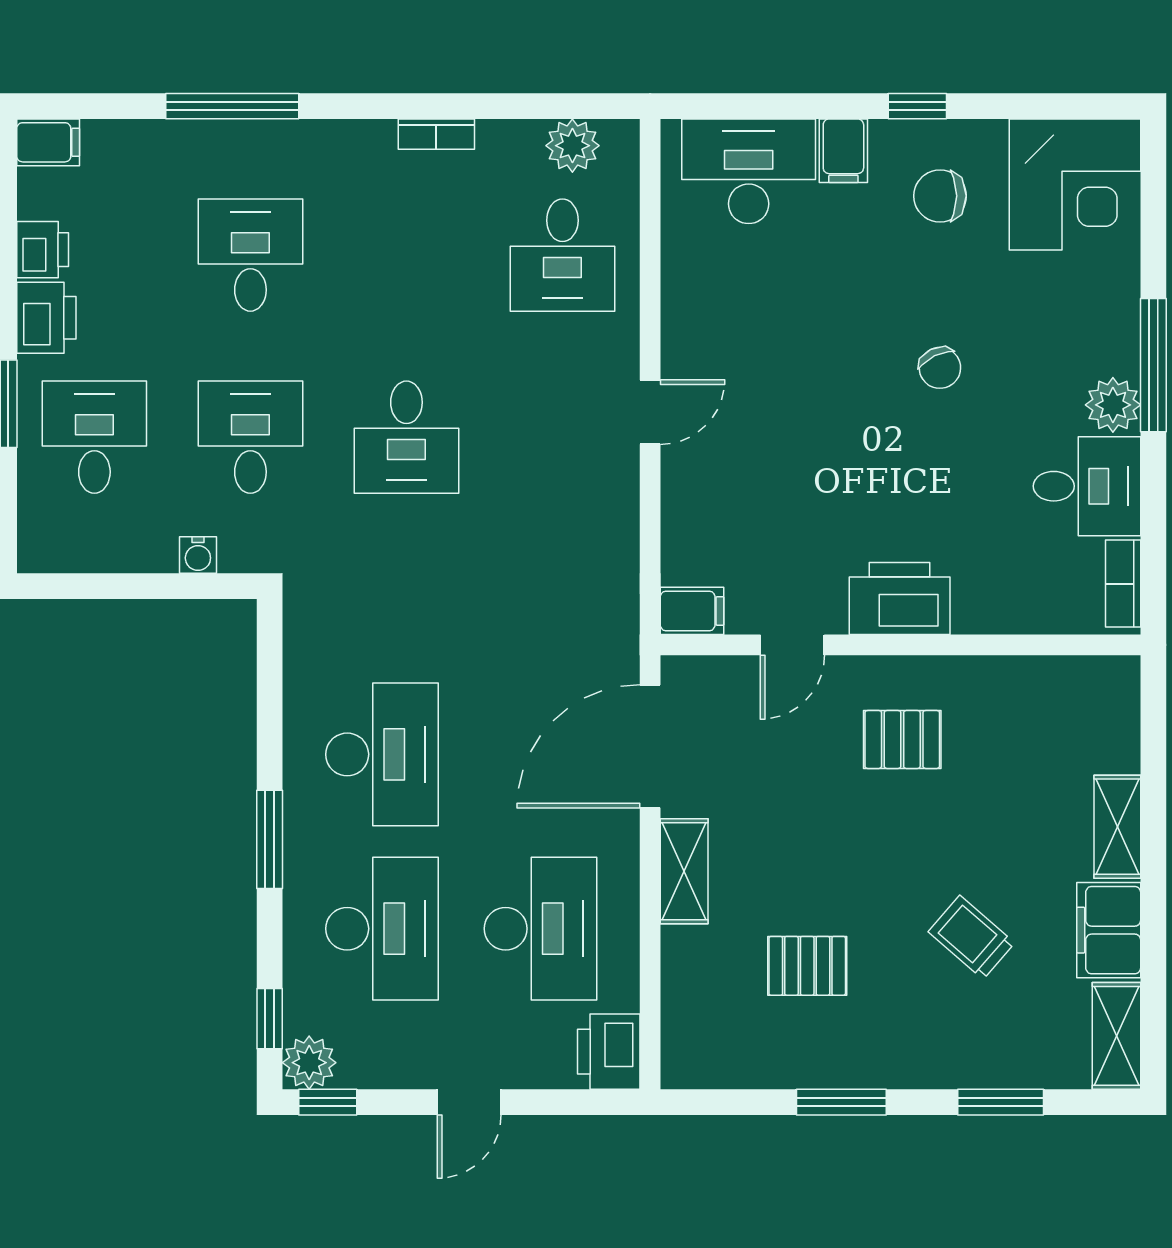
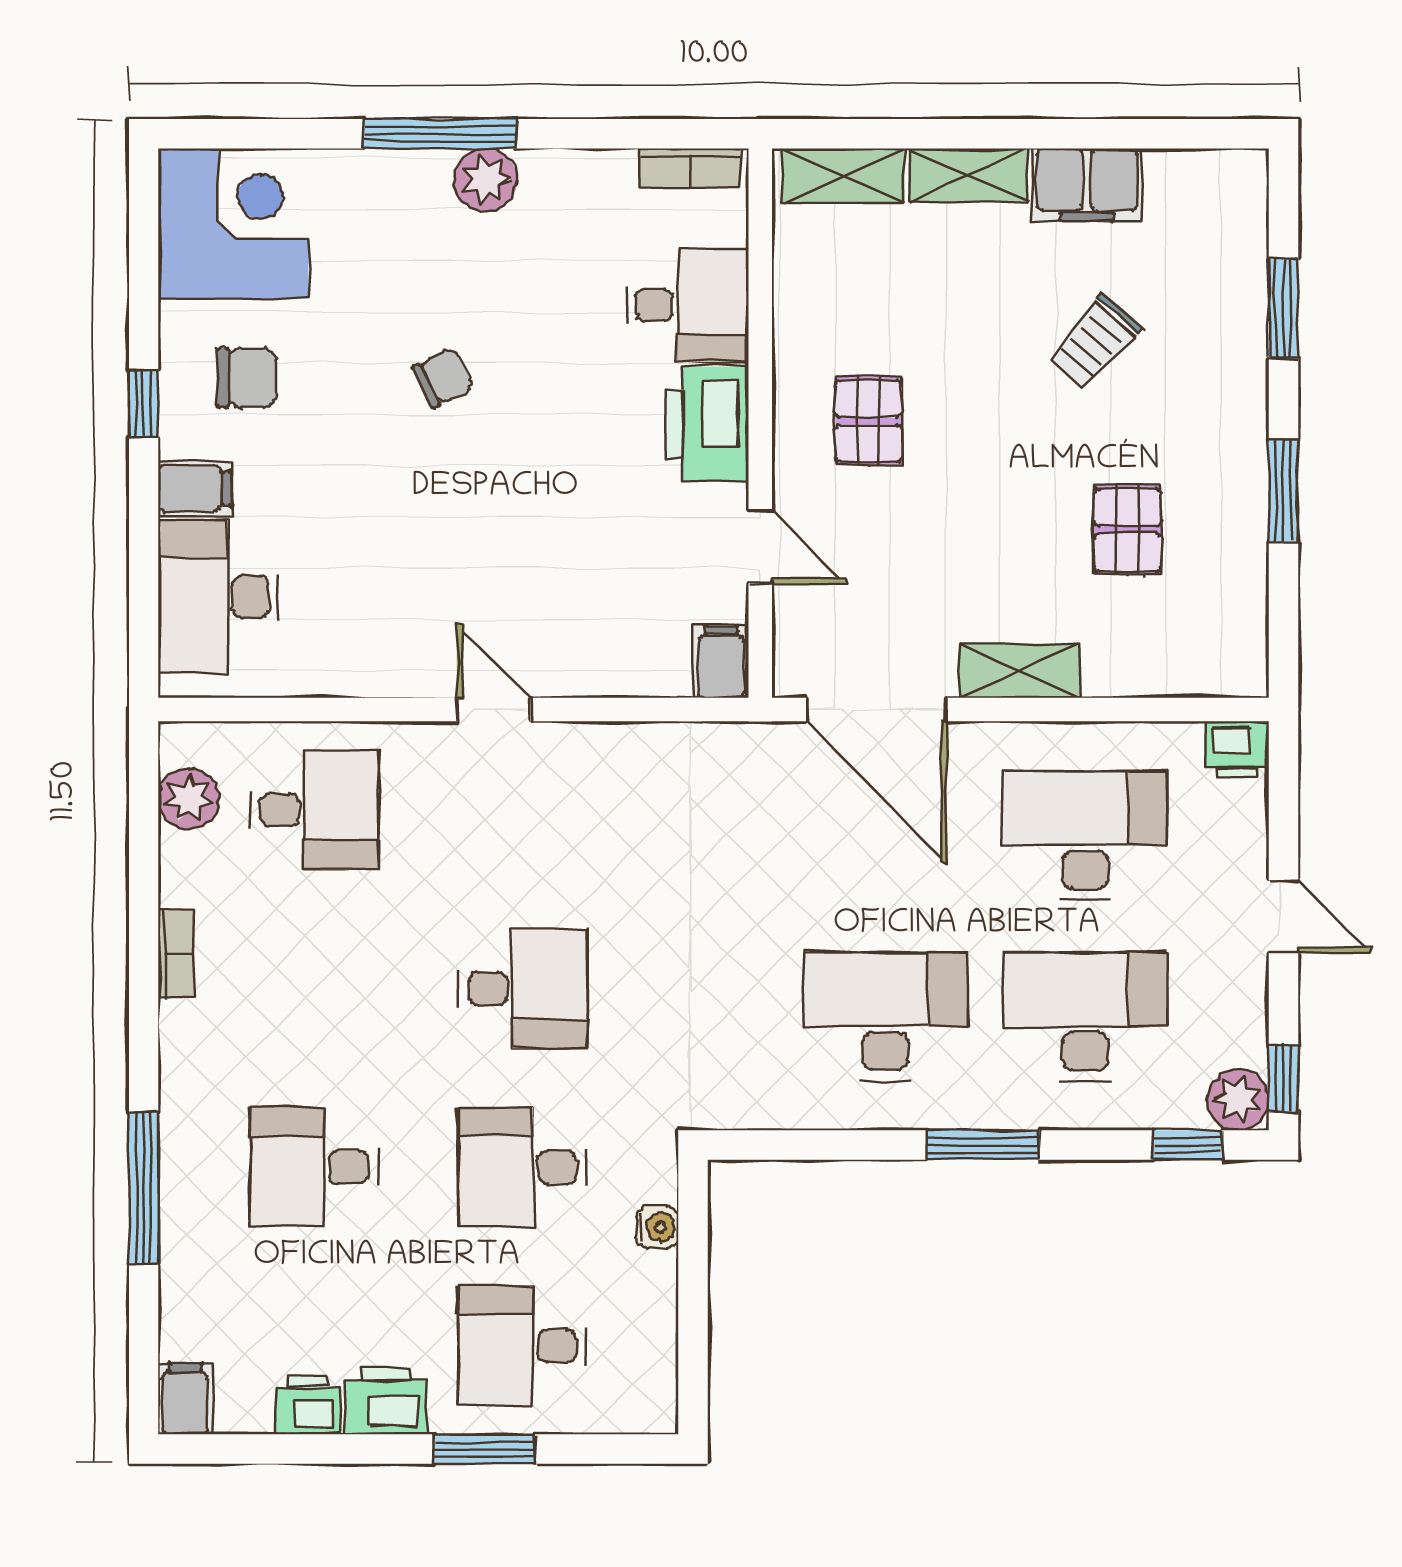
chair: (940, 196) -> (247, 378), turned -90
desk: (1087, 486) -> (687, 305), moved, turned 90
shelving: (1116, 1036) -> (843, 176), moved
printer: (609, 1052) -> (1237, 750), width x0.73, depth x0.81

